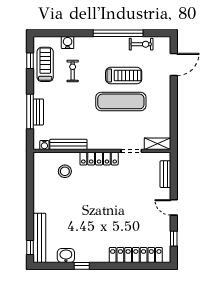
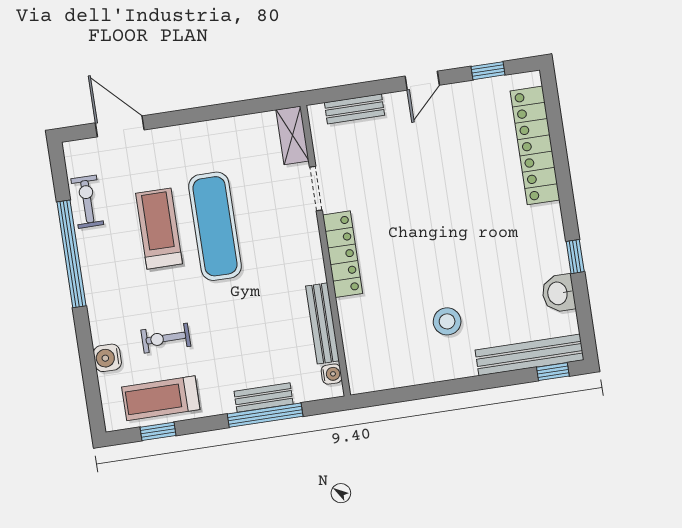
stool: (65, 171) -> (447, 321), moved

